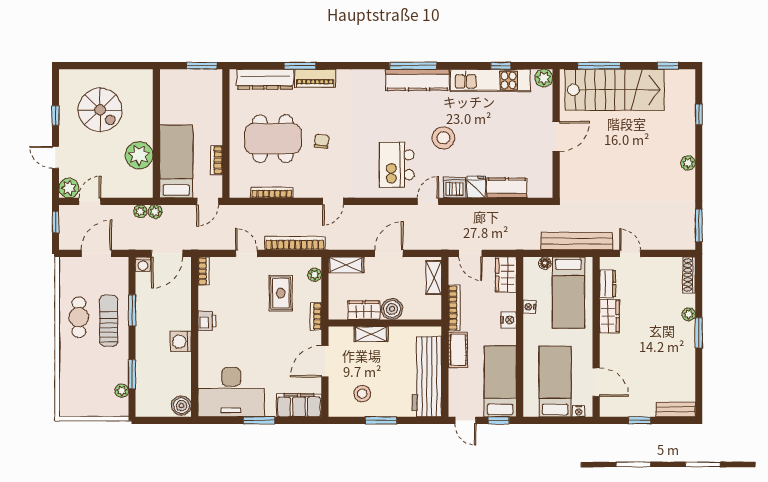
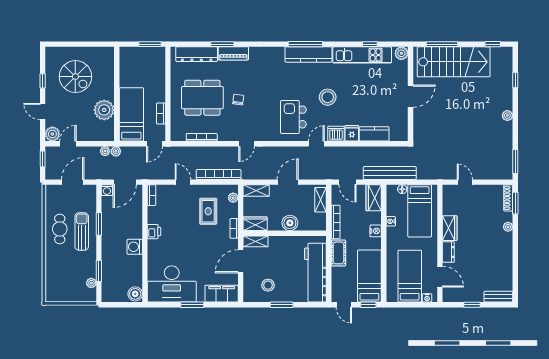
bench: (577, 241) -> (390, 173), moved
dresser: (608, 284) -> (448, 252), moved
wardrobe: (364, 310) -> (255, 224), moved
window: (699, 333) -> (515, 203), moved
shelving: (371, 334) -> (256, 241), moved

